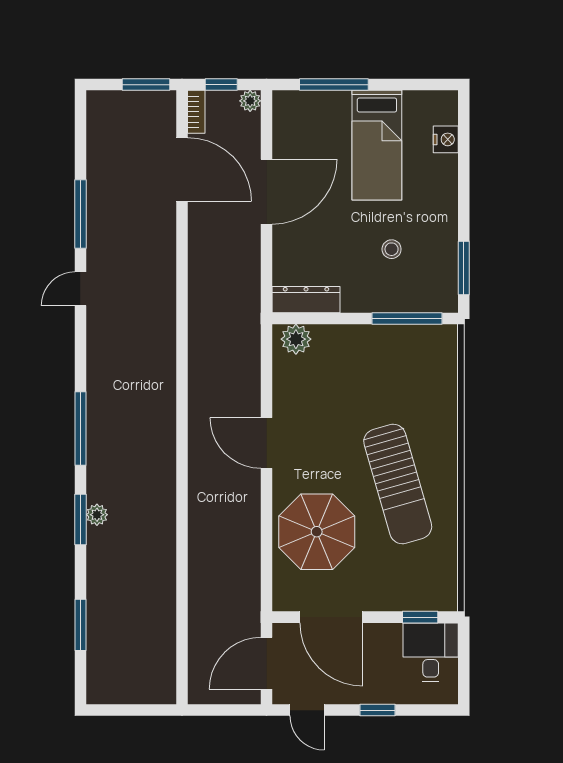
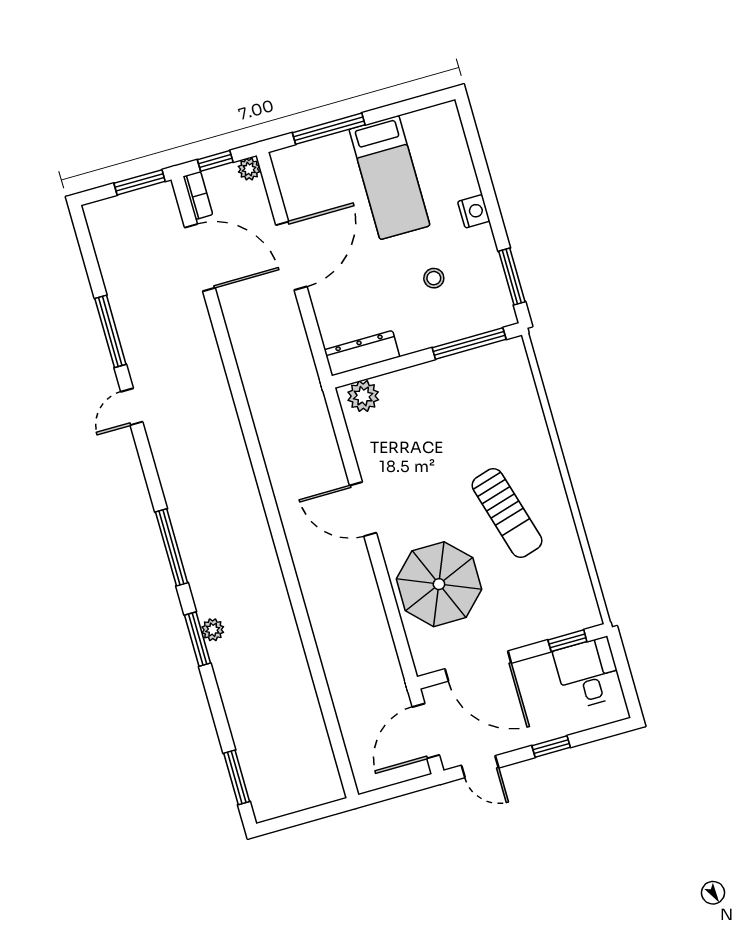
nightstand: (446, 139) -> (474, 211), moved
sun lounger: (398, 484) -> (507, 513), width x0.73, depth x0.75
window: (80, 625) -> (237, 777), moved

